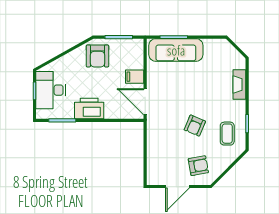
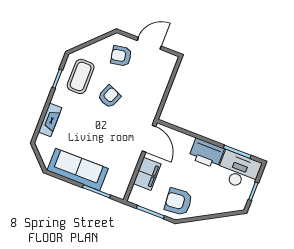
sofa: (176, 50) -> (78, 170), moved
armchair: (97, 56) -> (178, 202), turned -95
filing cabinet: (135, 77) -> (147, 174), width x2.00
desk: (51, 90) -> (239, 170), moved, turned -90
coffee table: (227, 134) -> (81, 76), width x1.36, depth x1.30

